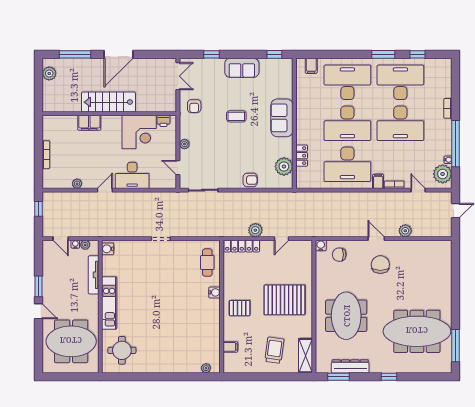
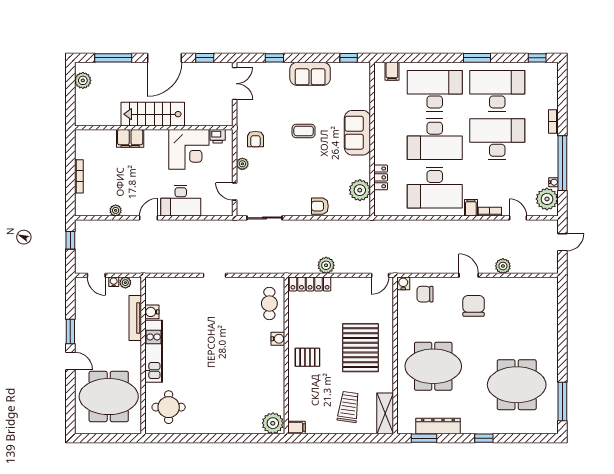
window: (153, 54) -> (205, 58), added
window: (417, 54) -> (537, 58), moved
armchair: (194, 106) -> (255, 139), moved
desk: (400, 123) -> (497, 139), turned 180
armchair: (250, 180) -> (320, 206), turned 180
door: (282, 239) -> (380, 275), moved
water cooler: (108, 249) -> (152, 312), moved
pallet: (285, 300) -> (361, 348), turned 90
meeting table: (346, 316) -> (433, 366), turned 90
meeting table: (417, 331) -> (517, 385), width x0.73
filing cabinet: (230, 347) -> (297, 428), moved
plant: (206, 368) -> (273, 423), width x1.87, depth x1.87

